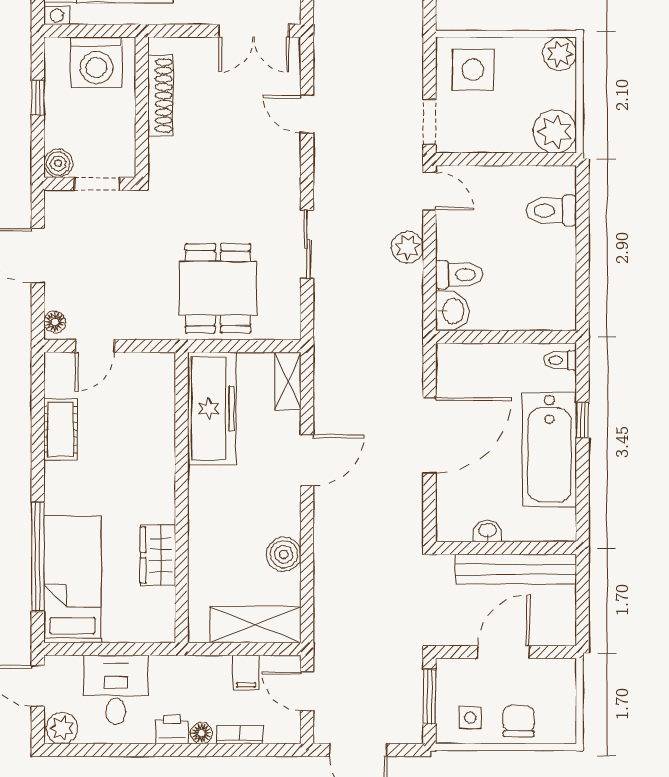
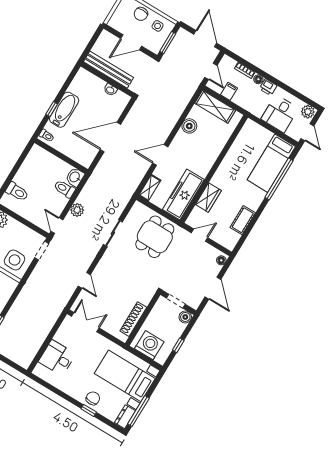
door: (95, 346) -> (200, 235), moved
bathtub: (549, 449) -> (64, 110), width x0.73, depth x0.73
wardrobe: (158, 555) -> (208, 198), moved

